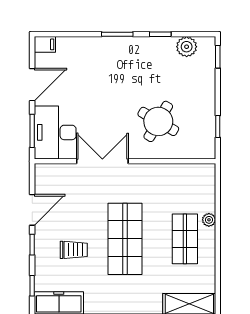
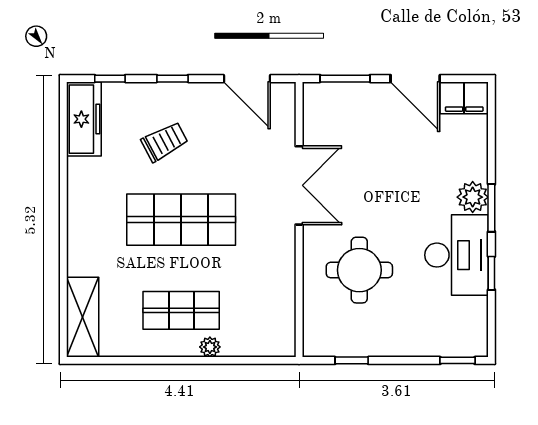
filing cabinet: (45, 44) -> (464, 98), width x2.00
plant: (187, 47) -> (473, 197), moved
round table: (158, 121) -> (359, 270), turned -30
desk: (55, 132) -> (457, 255), moved, turned 90
door: (32, 210) -> (247, 79), moved
trolley: (74, 250) -> (164, 142), turned -118

